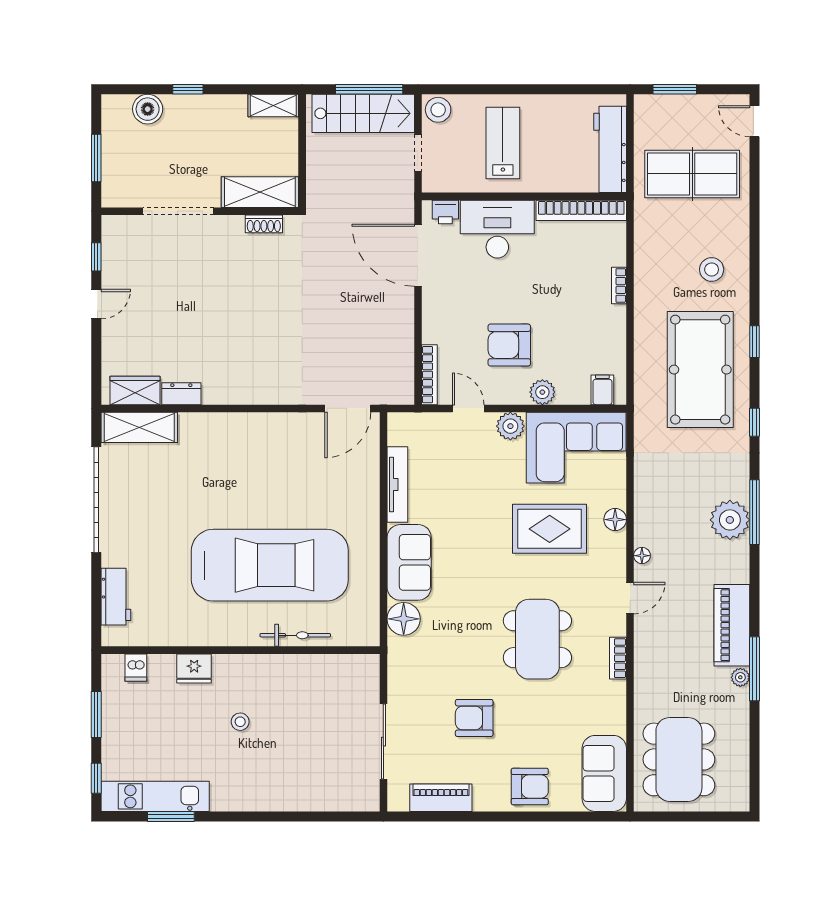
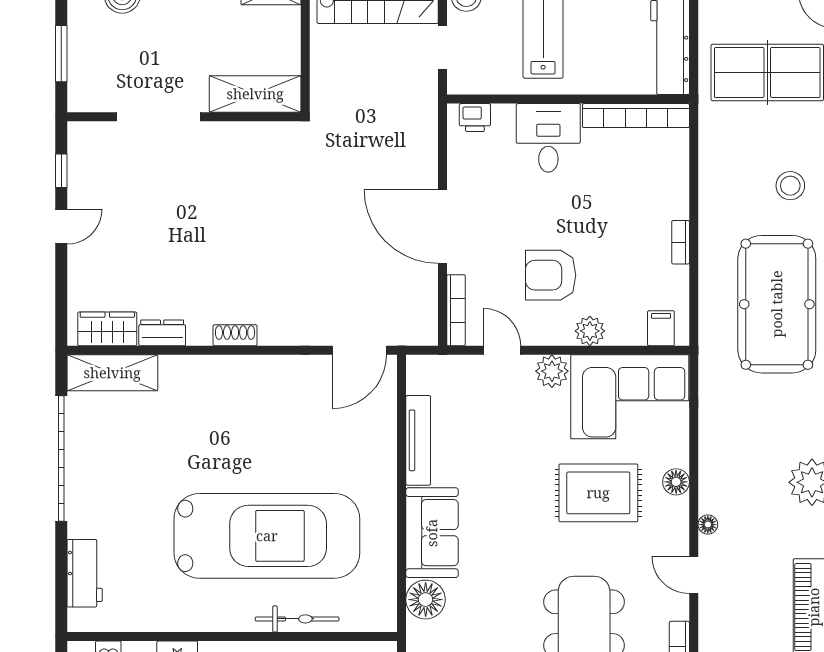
shoe rack: (264, 224) -> (235, 335), moved, turned 180
desk: (497, 229) -> (548, 138), width x0.73
door: (418, 255) -> (442, 227), moved
bookcase: (619, 285) -> (681, 242), moved
door: (630, 598) -> (694, 575), swing flipped

